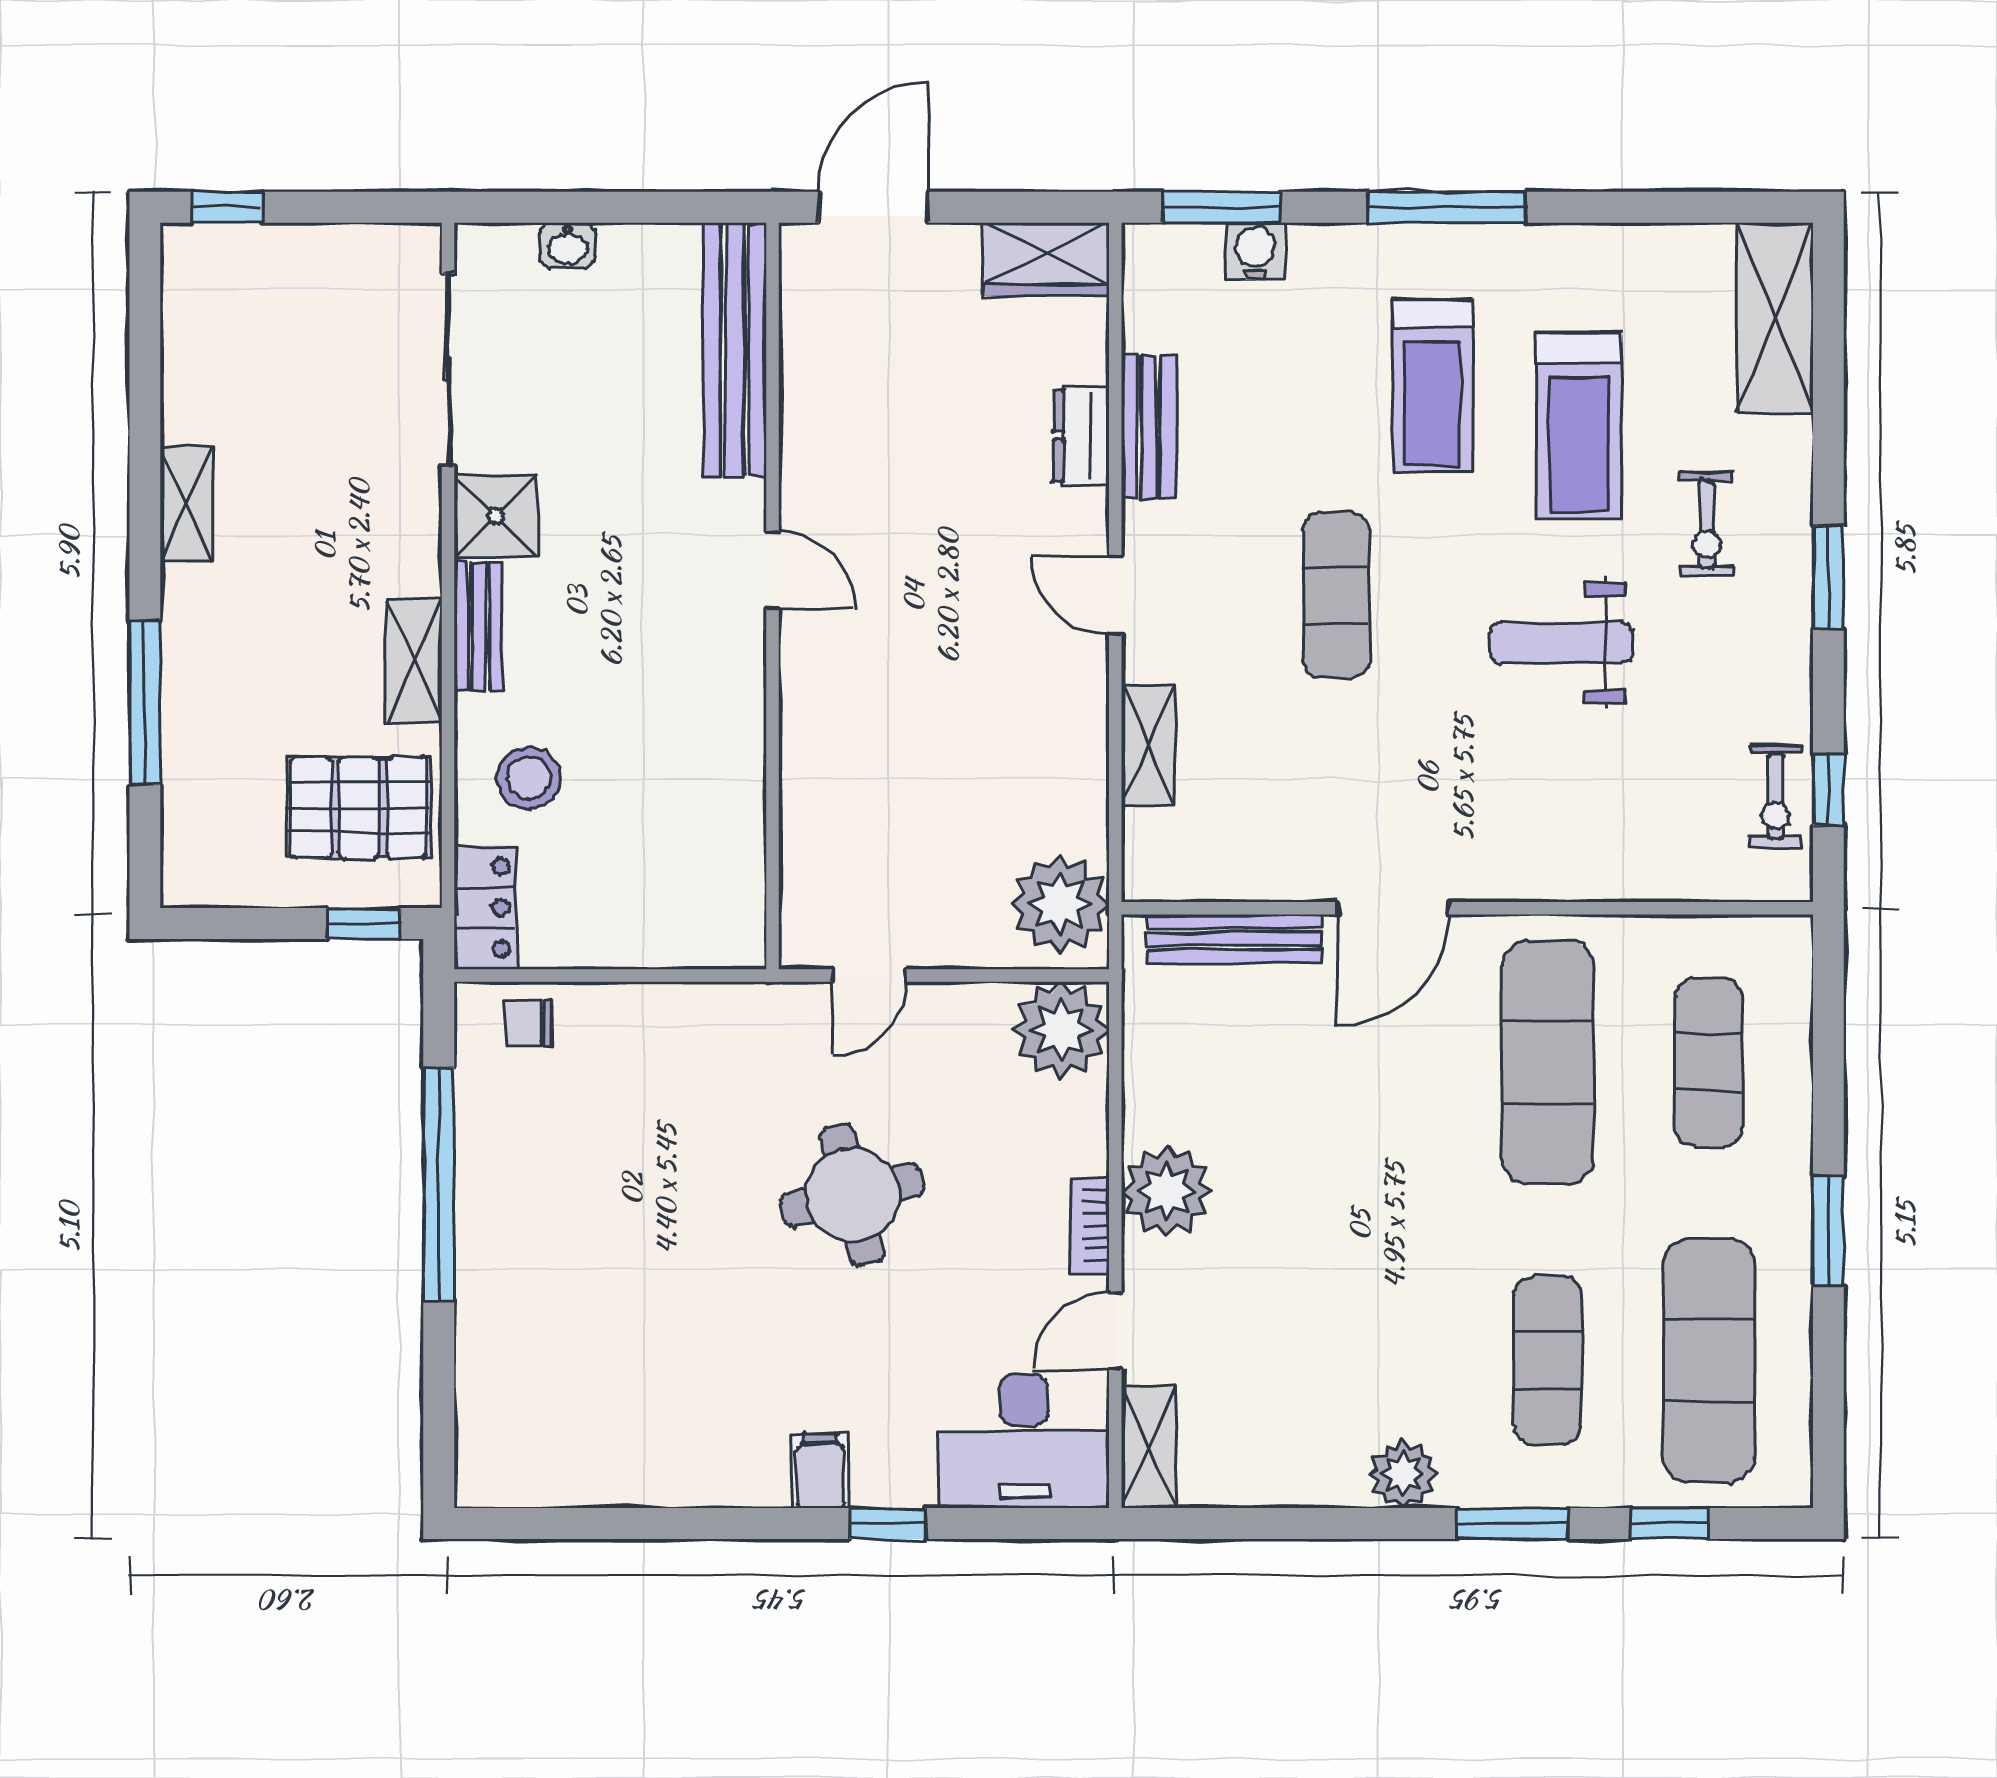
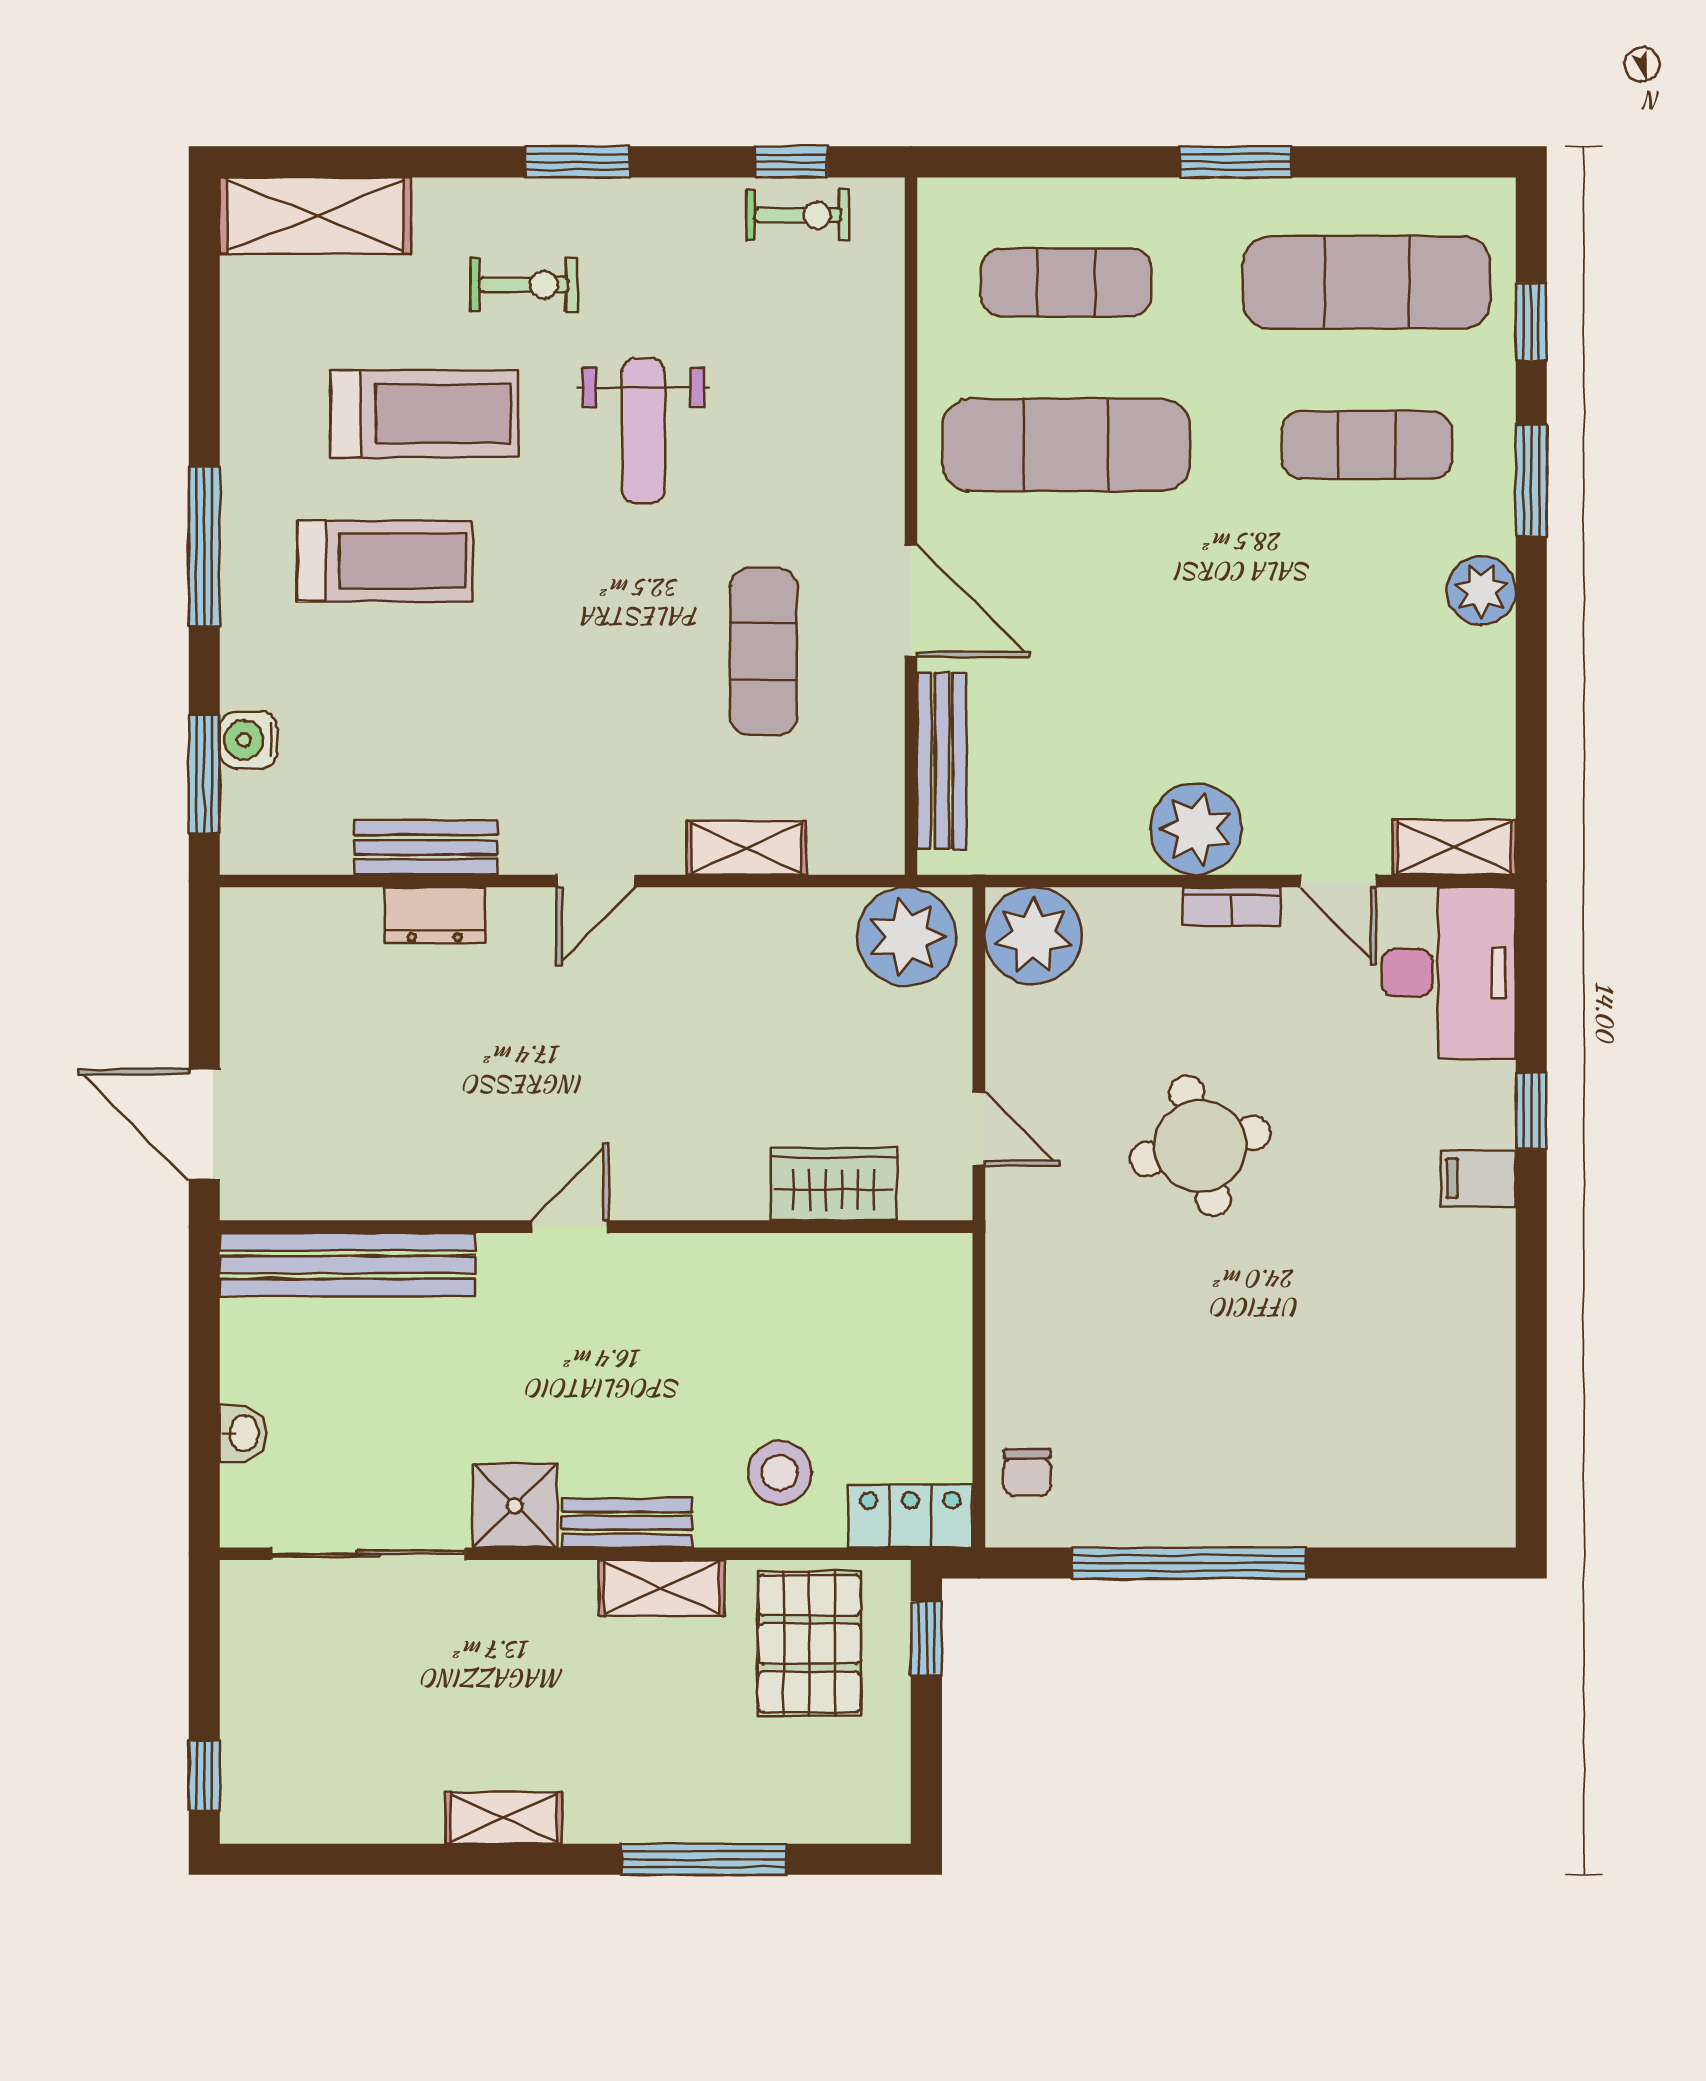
wardrobe: (1046, 259) -> (834, 1184), moved, turned -90
exercise mat: (1336, 595) -> (764, 652), moved, turned 90

